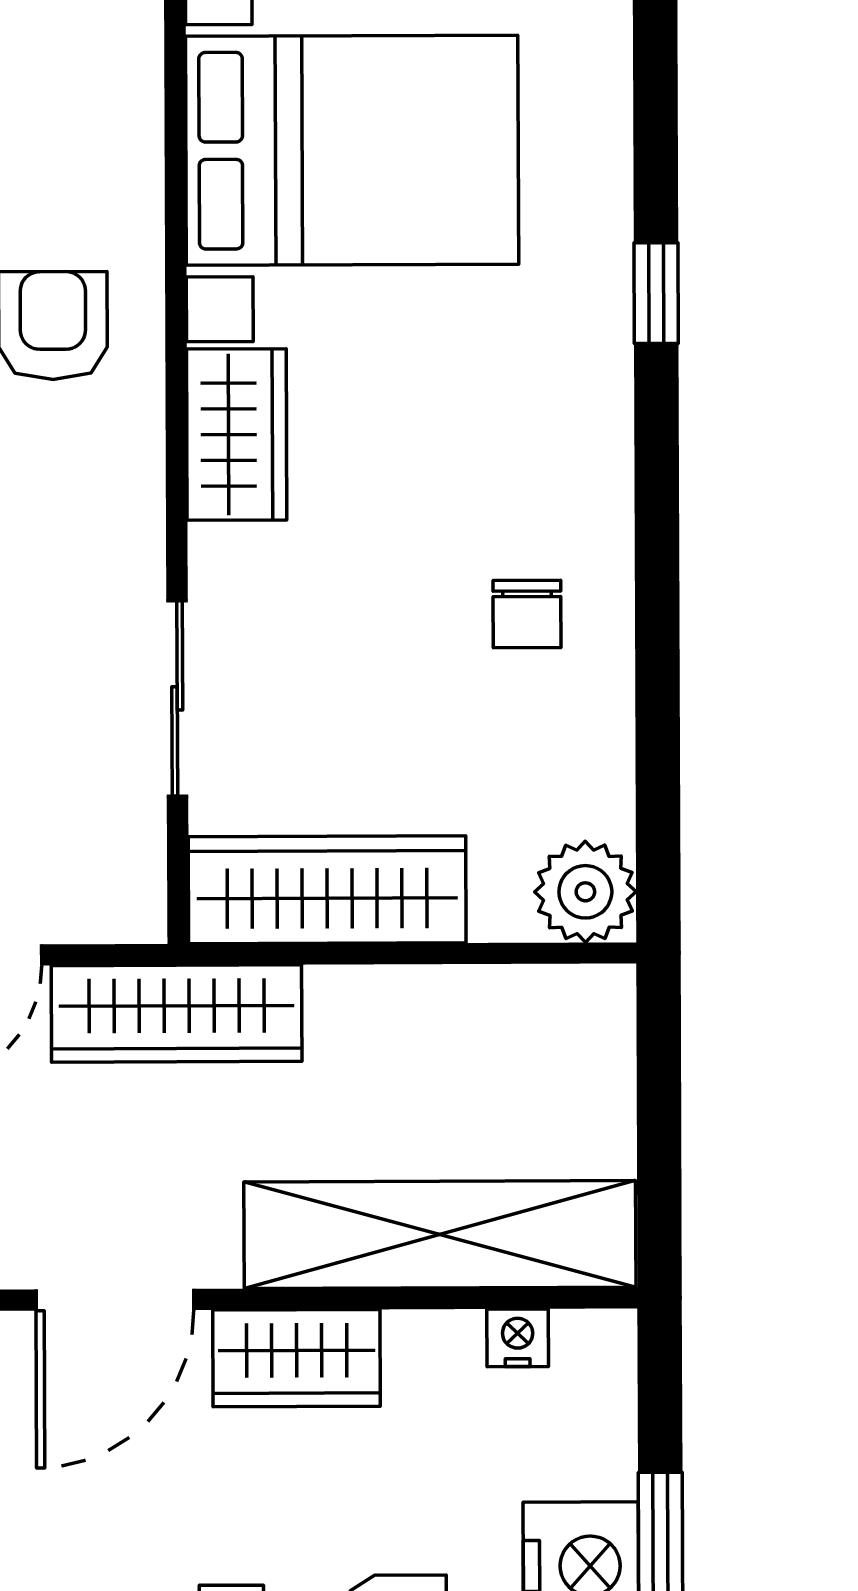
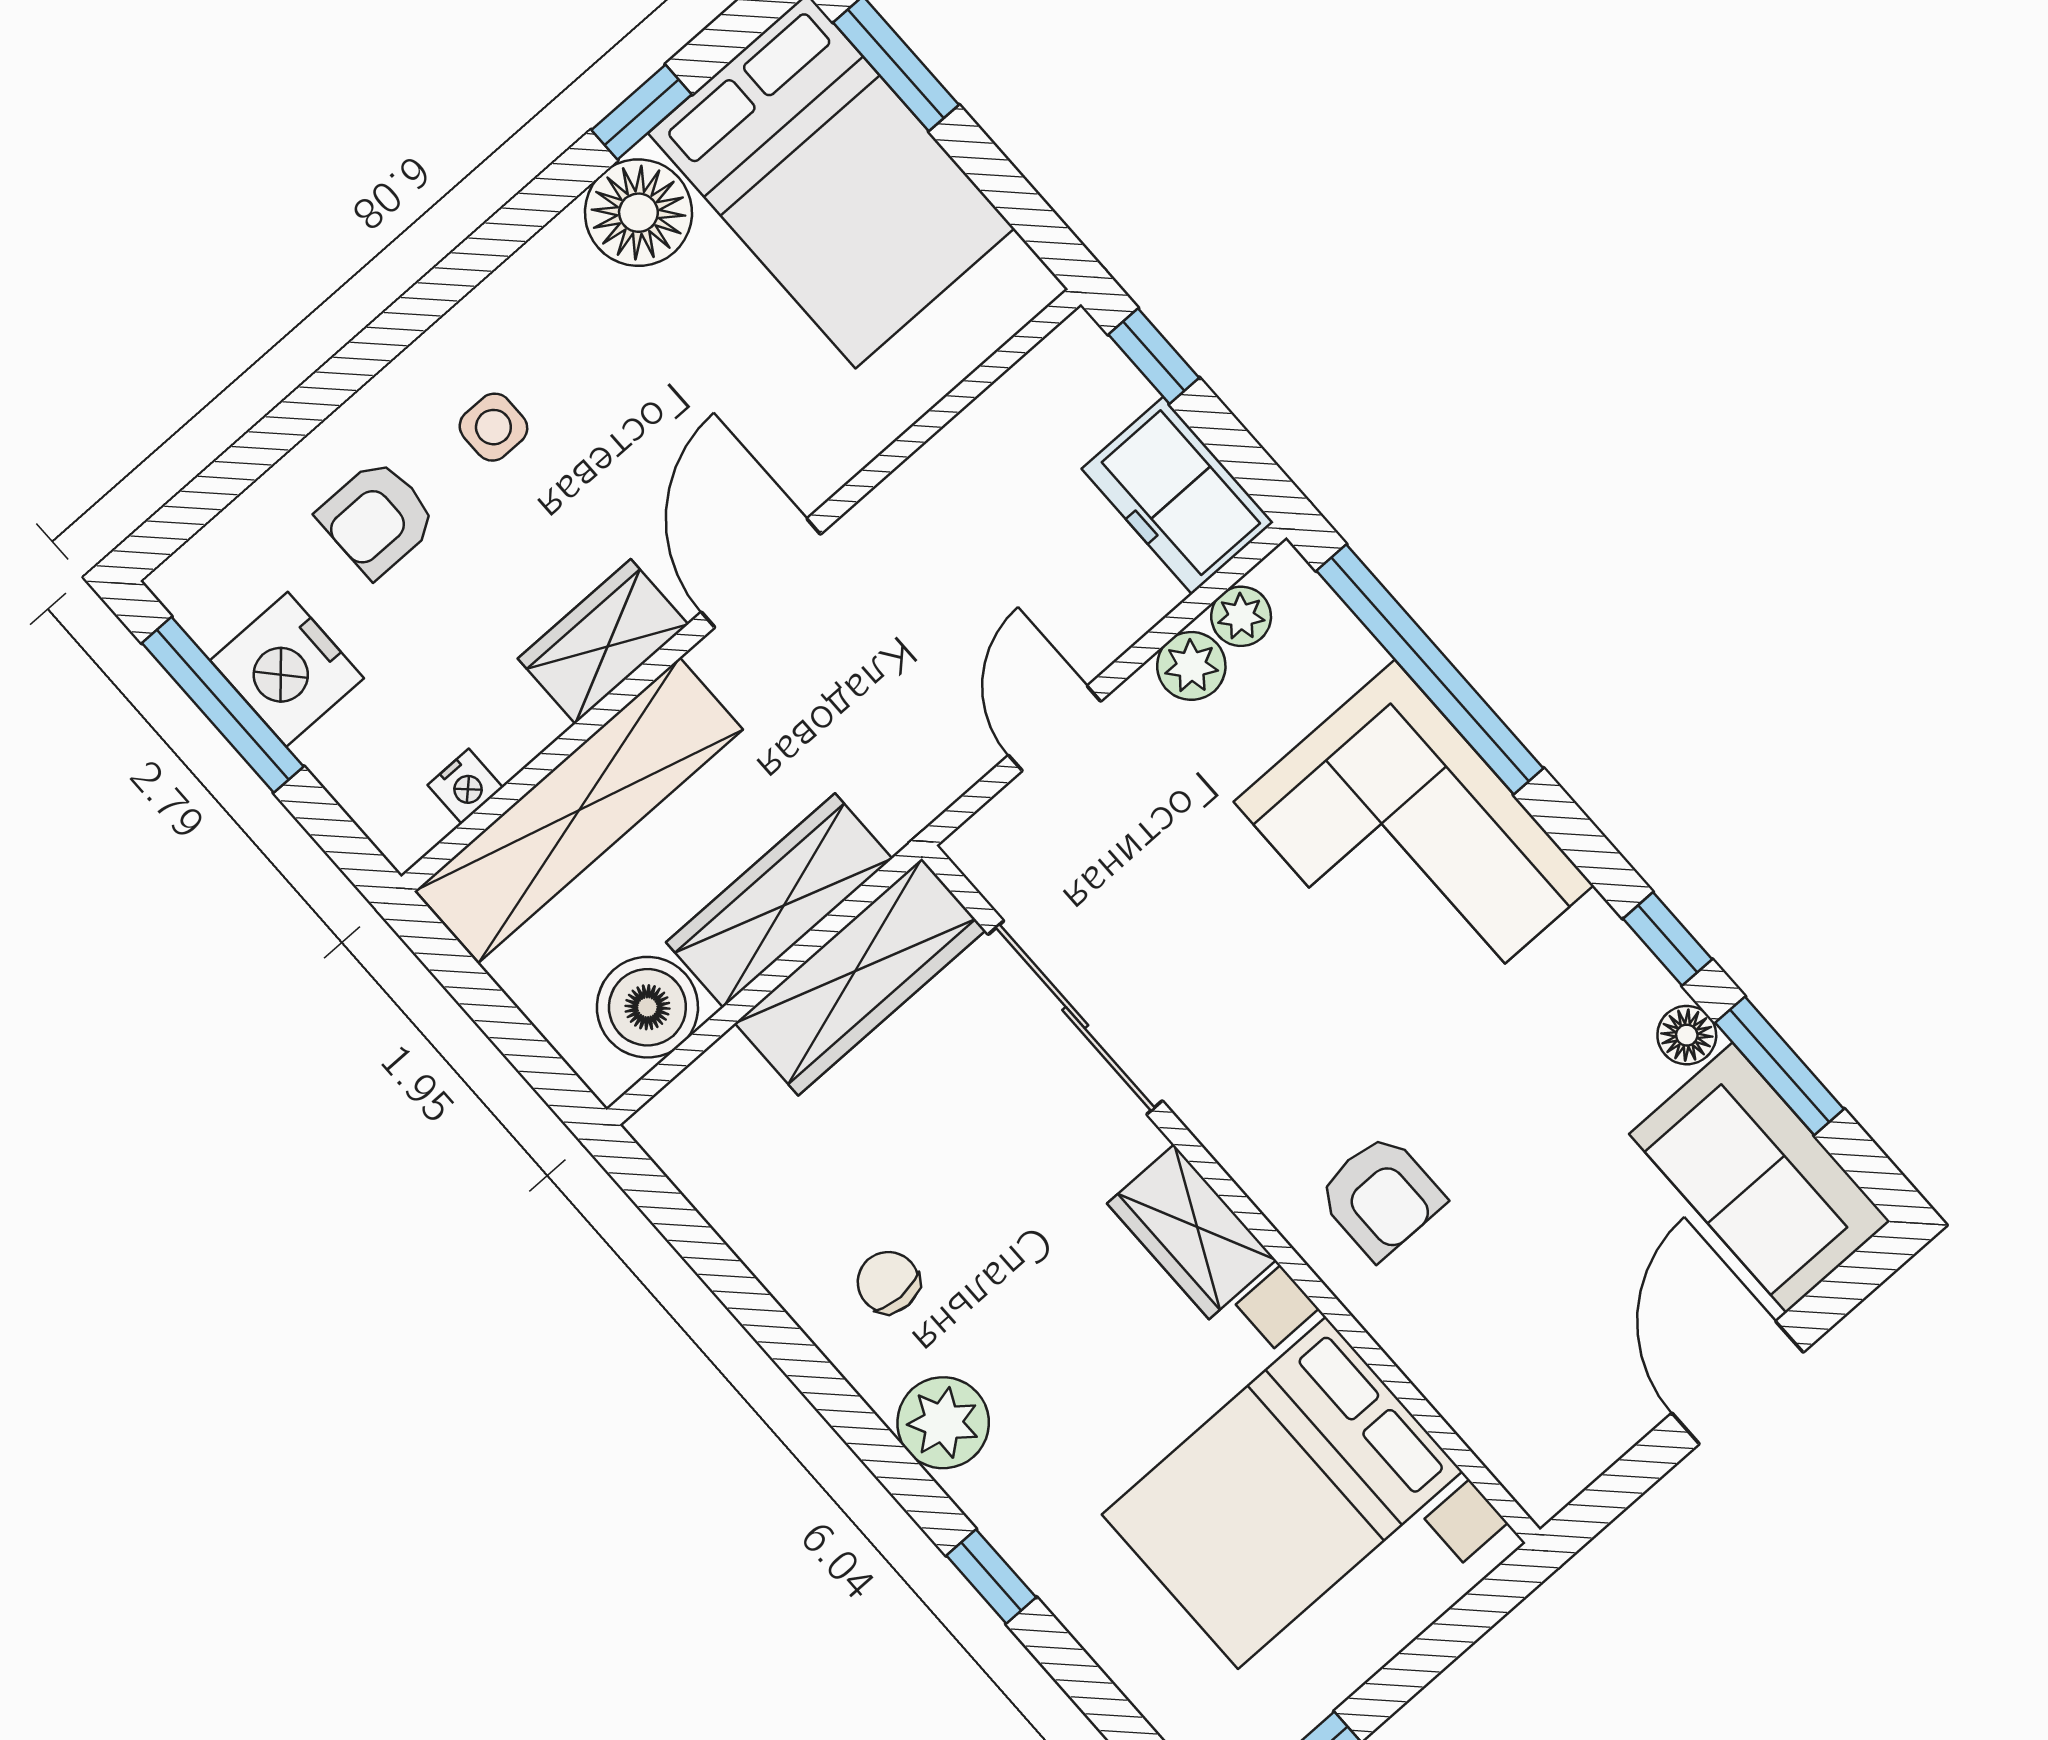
sliding door: (177, 698) -> (1075, 1018), width x1.37
plant: (585, 892) -> (943, 1423), moved
wardrobe: (177, 1014) -> (779, 900), moved
boiler: (527, 1020) -> (647, 1007), added

